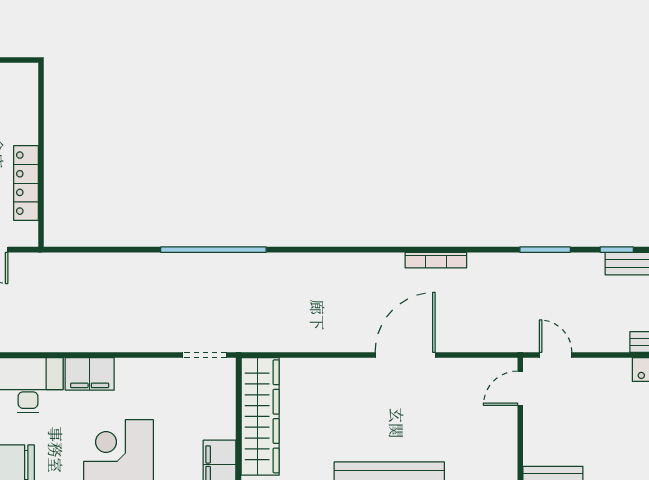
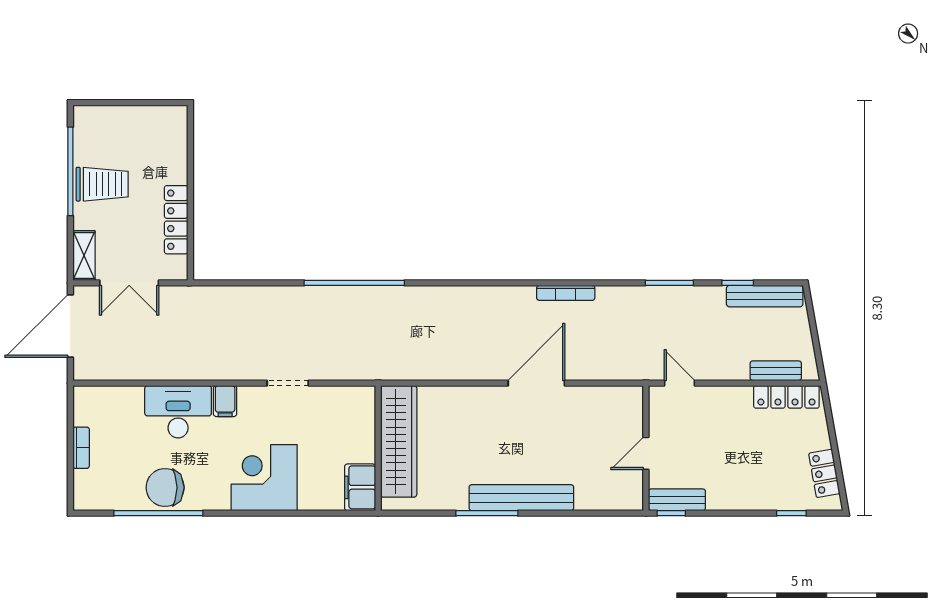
doorway: (205, 355) -> (288, 383), moved
filing cabinet: (90, 374) -> (225, 401), width x0.50
door: (520, 388) -> (646, 453), moved

